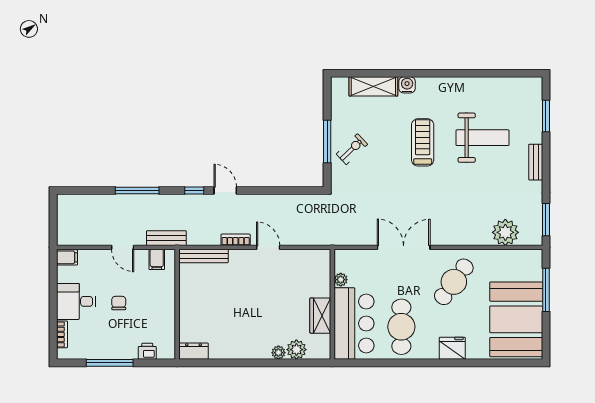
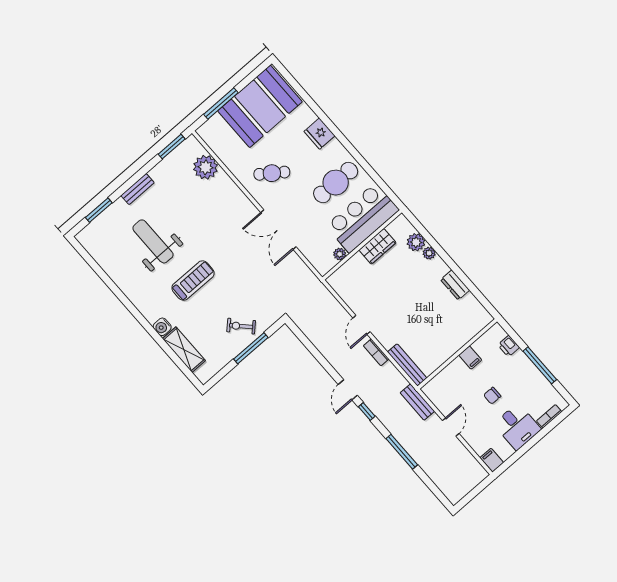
treadmill: (423, 142) -> (193, 281), turned 180
filing cabinet: (157, 259) -> (470, 358), moved, turned 90
cafe table: (454, 282) -> (272, 173), width x0.73, depth x0.74
dresser: (194, 351) -> (455, 285), moved

